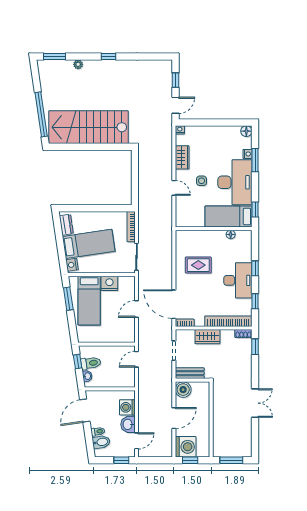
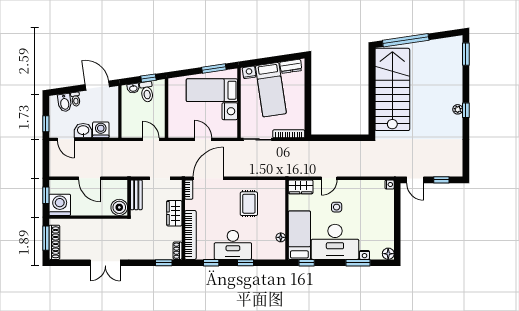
plant: (78, 64) -> (458, 109), moved
wardrobe: (182, 157) -> (301, 187), moved
boiler: (183, 390) -> (119, 207), moved
washing machine: (186, 447) -> (60, 205), moved, turned 180
shoe rack: (235, 452) -> (54, 242), added

